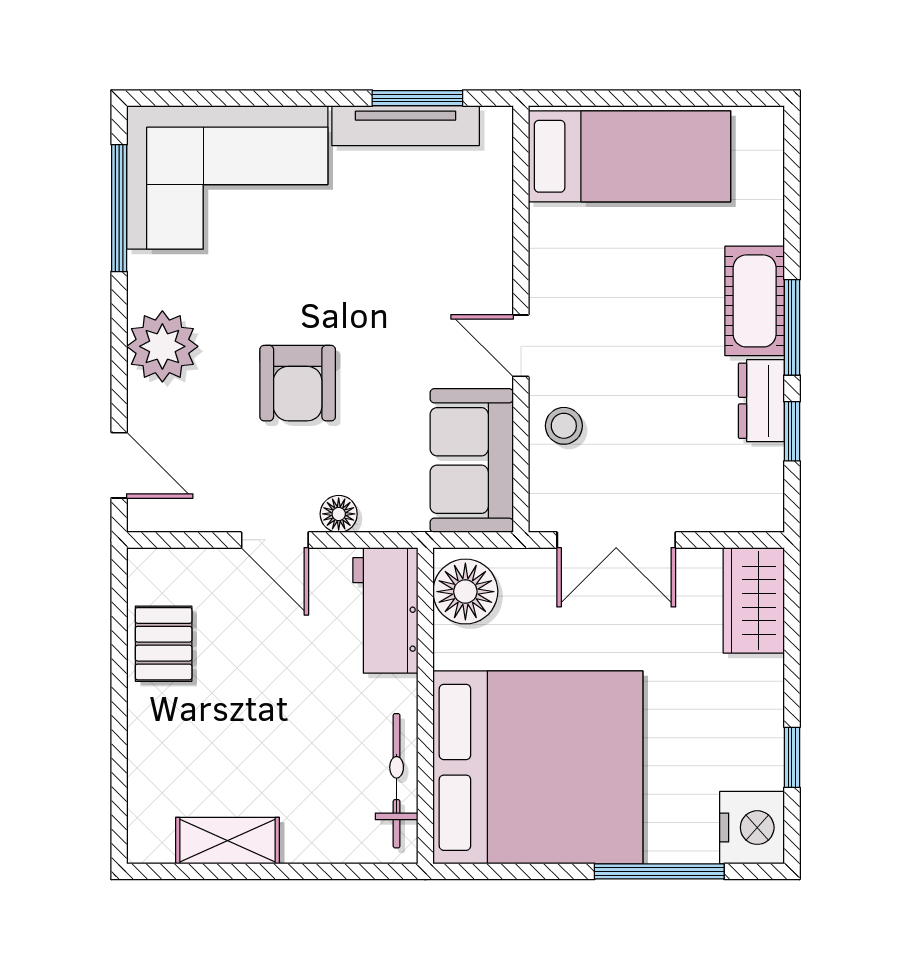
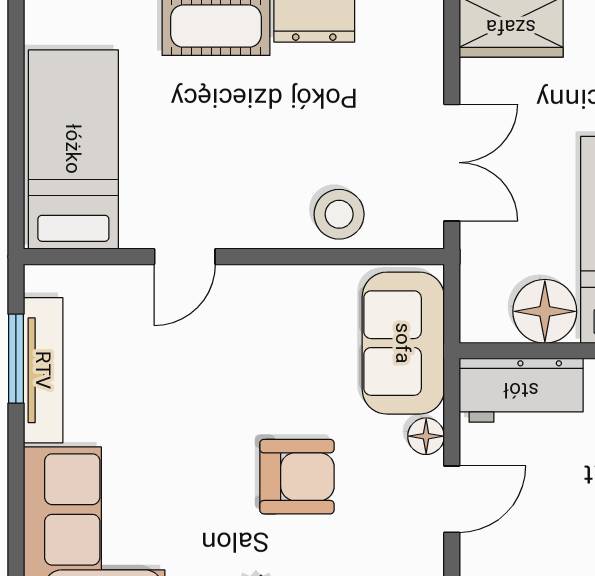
door: (521, 346) -> (185, 257), moved
stool: (564, 426) -> (339, 214), width x1.37, depth x1.37
sofa: (472, 461) -> (403, 343), moved, turned 90
floor lamp: (465, 592) -> (545, 311), moved

